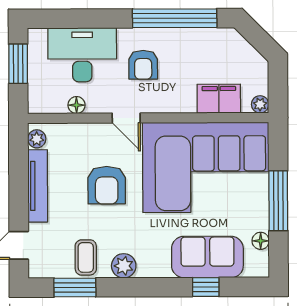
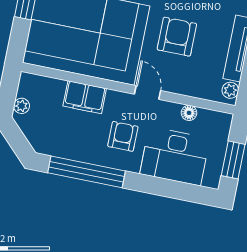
filing cabinet: (219, 99) -> (85, 97), moved
plant: (260, 104) -> (22, 106), moved

